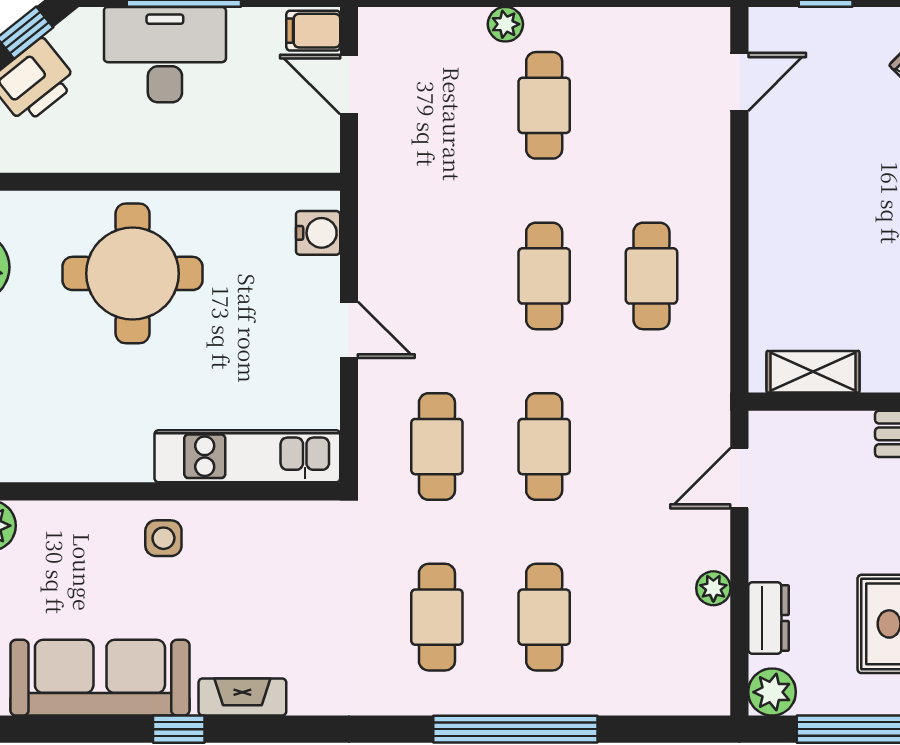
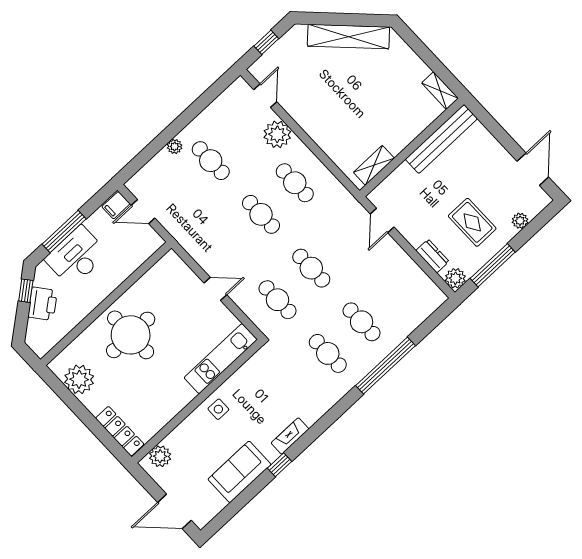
water cooler: (318, 233) -> (177, 267), removed
plant: (713, 588) -> (277, 134), moved, width x1.87, depth x1.87
sofa: (100, 678) -> (239, 472), width x0.73

